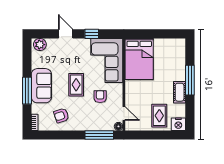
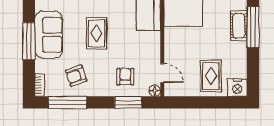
cot: (180, 92) -> (239, 26), moved
armchair: (100, 97) -> (125, 77), moved
window: (55, 135) -> (68, 102), added
window: (99, 135) -> (128, 102), width x0.69

